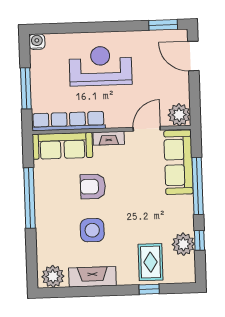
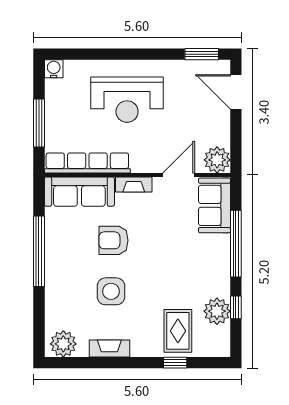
reception desk: (100, 66) -> (127, 100), turned 180
sofa: (178, 162) -> (214, 205), width x0.73
fireplace: (92, 277) -> (109, 348), width x0.73, depth x0.76

